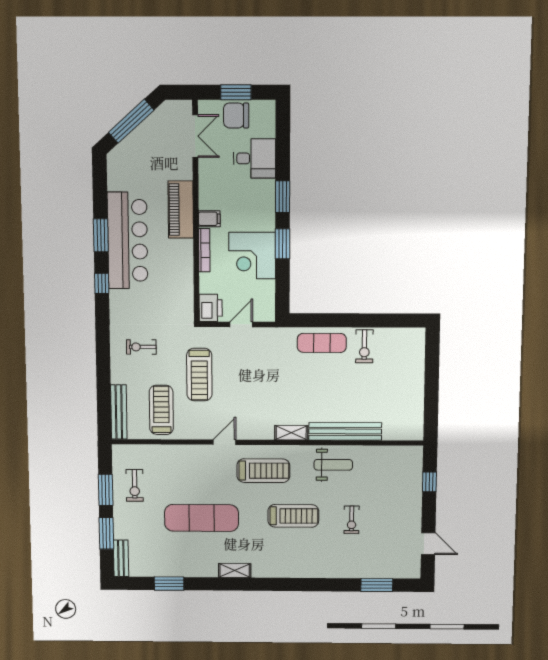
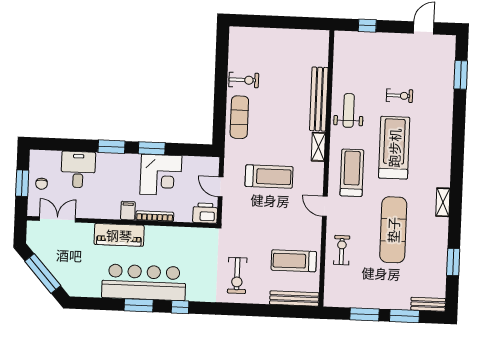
chair: (236, 116) -> (42, 184), width x0.54, depth x0.54
exercise bike: (141, 347) -> (237, 275), width x1.38, depth x1.39
treadmill: (199, 375) -> (269, 177), moved
exercise bike: (135, 485) -> (342, 250), moved, turned -90
treadmill: (293, 516) -> (394, 148), width x1.37, depth x1.38

